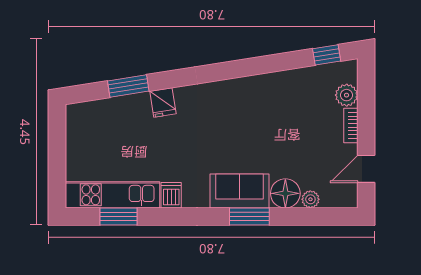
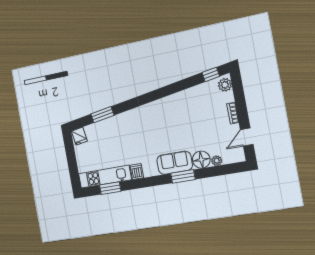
plant: (347, 95) -> (225, 85), moved
fridge: (163, 103) -> (79, 136), moved

